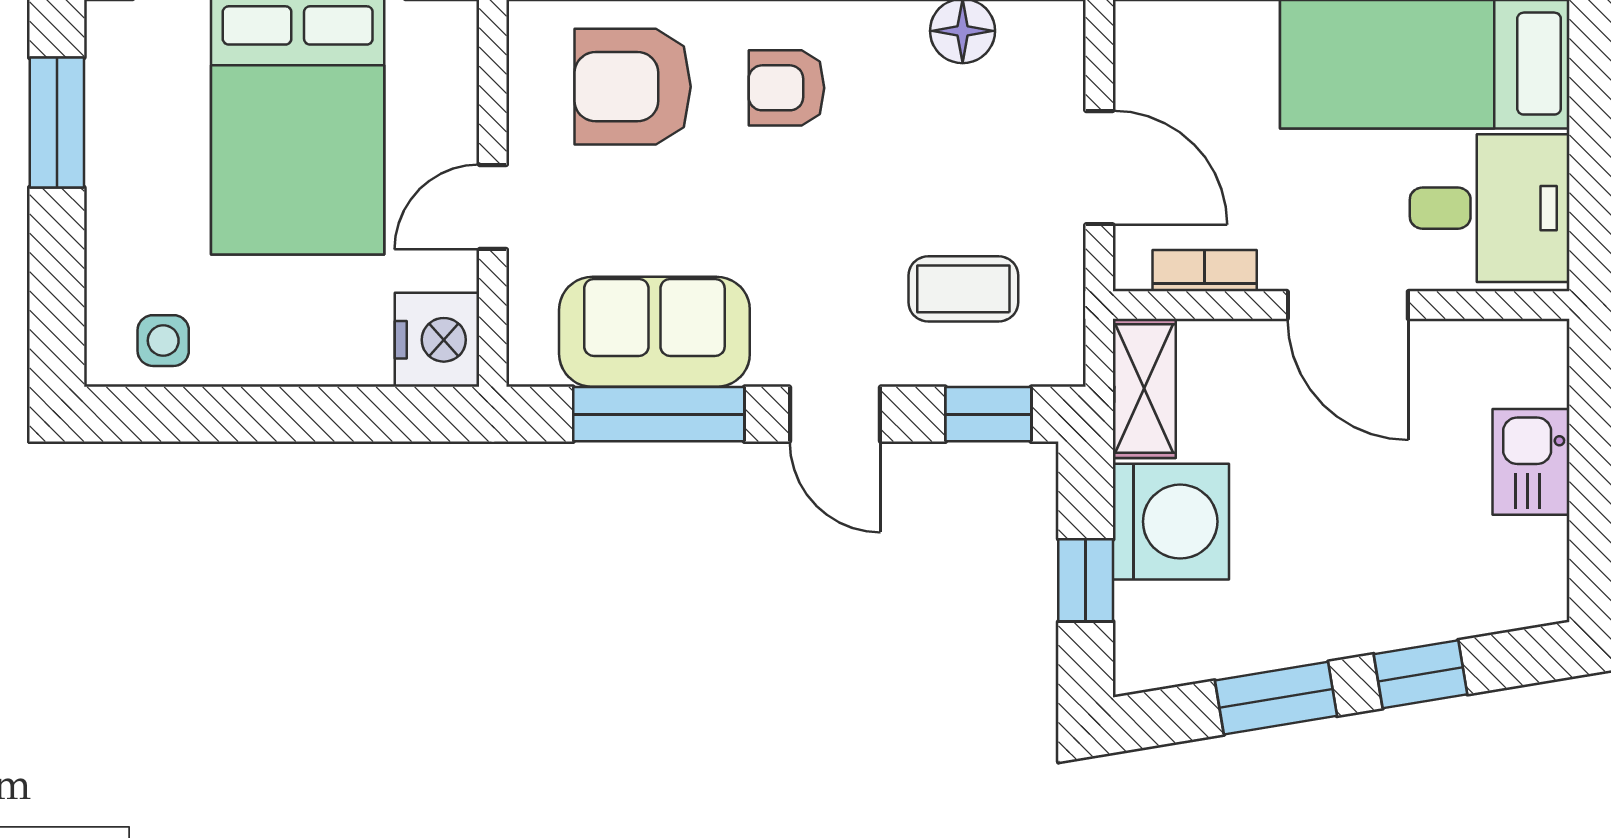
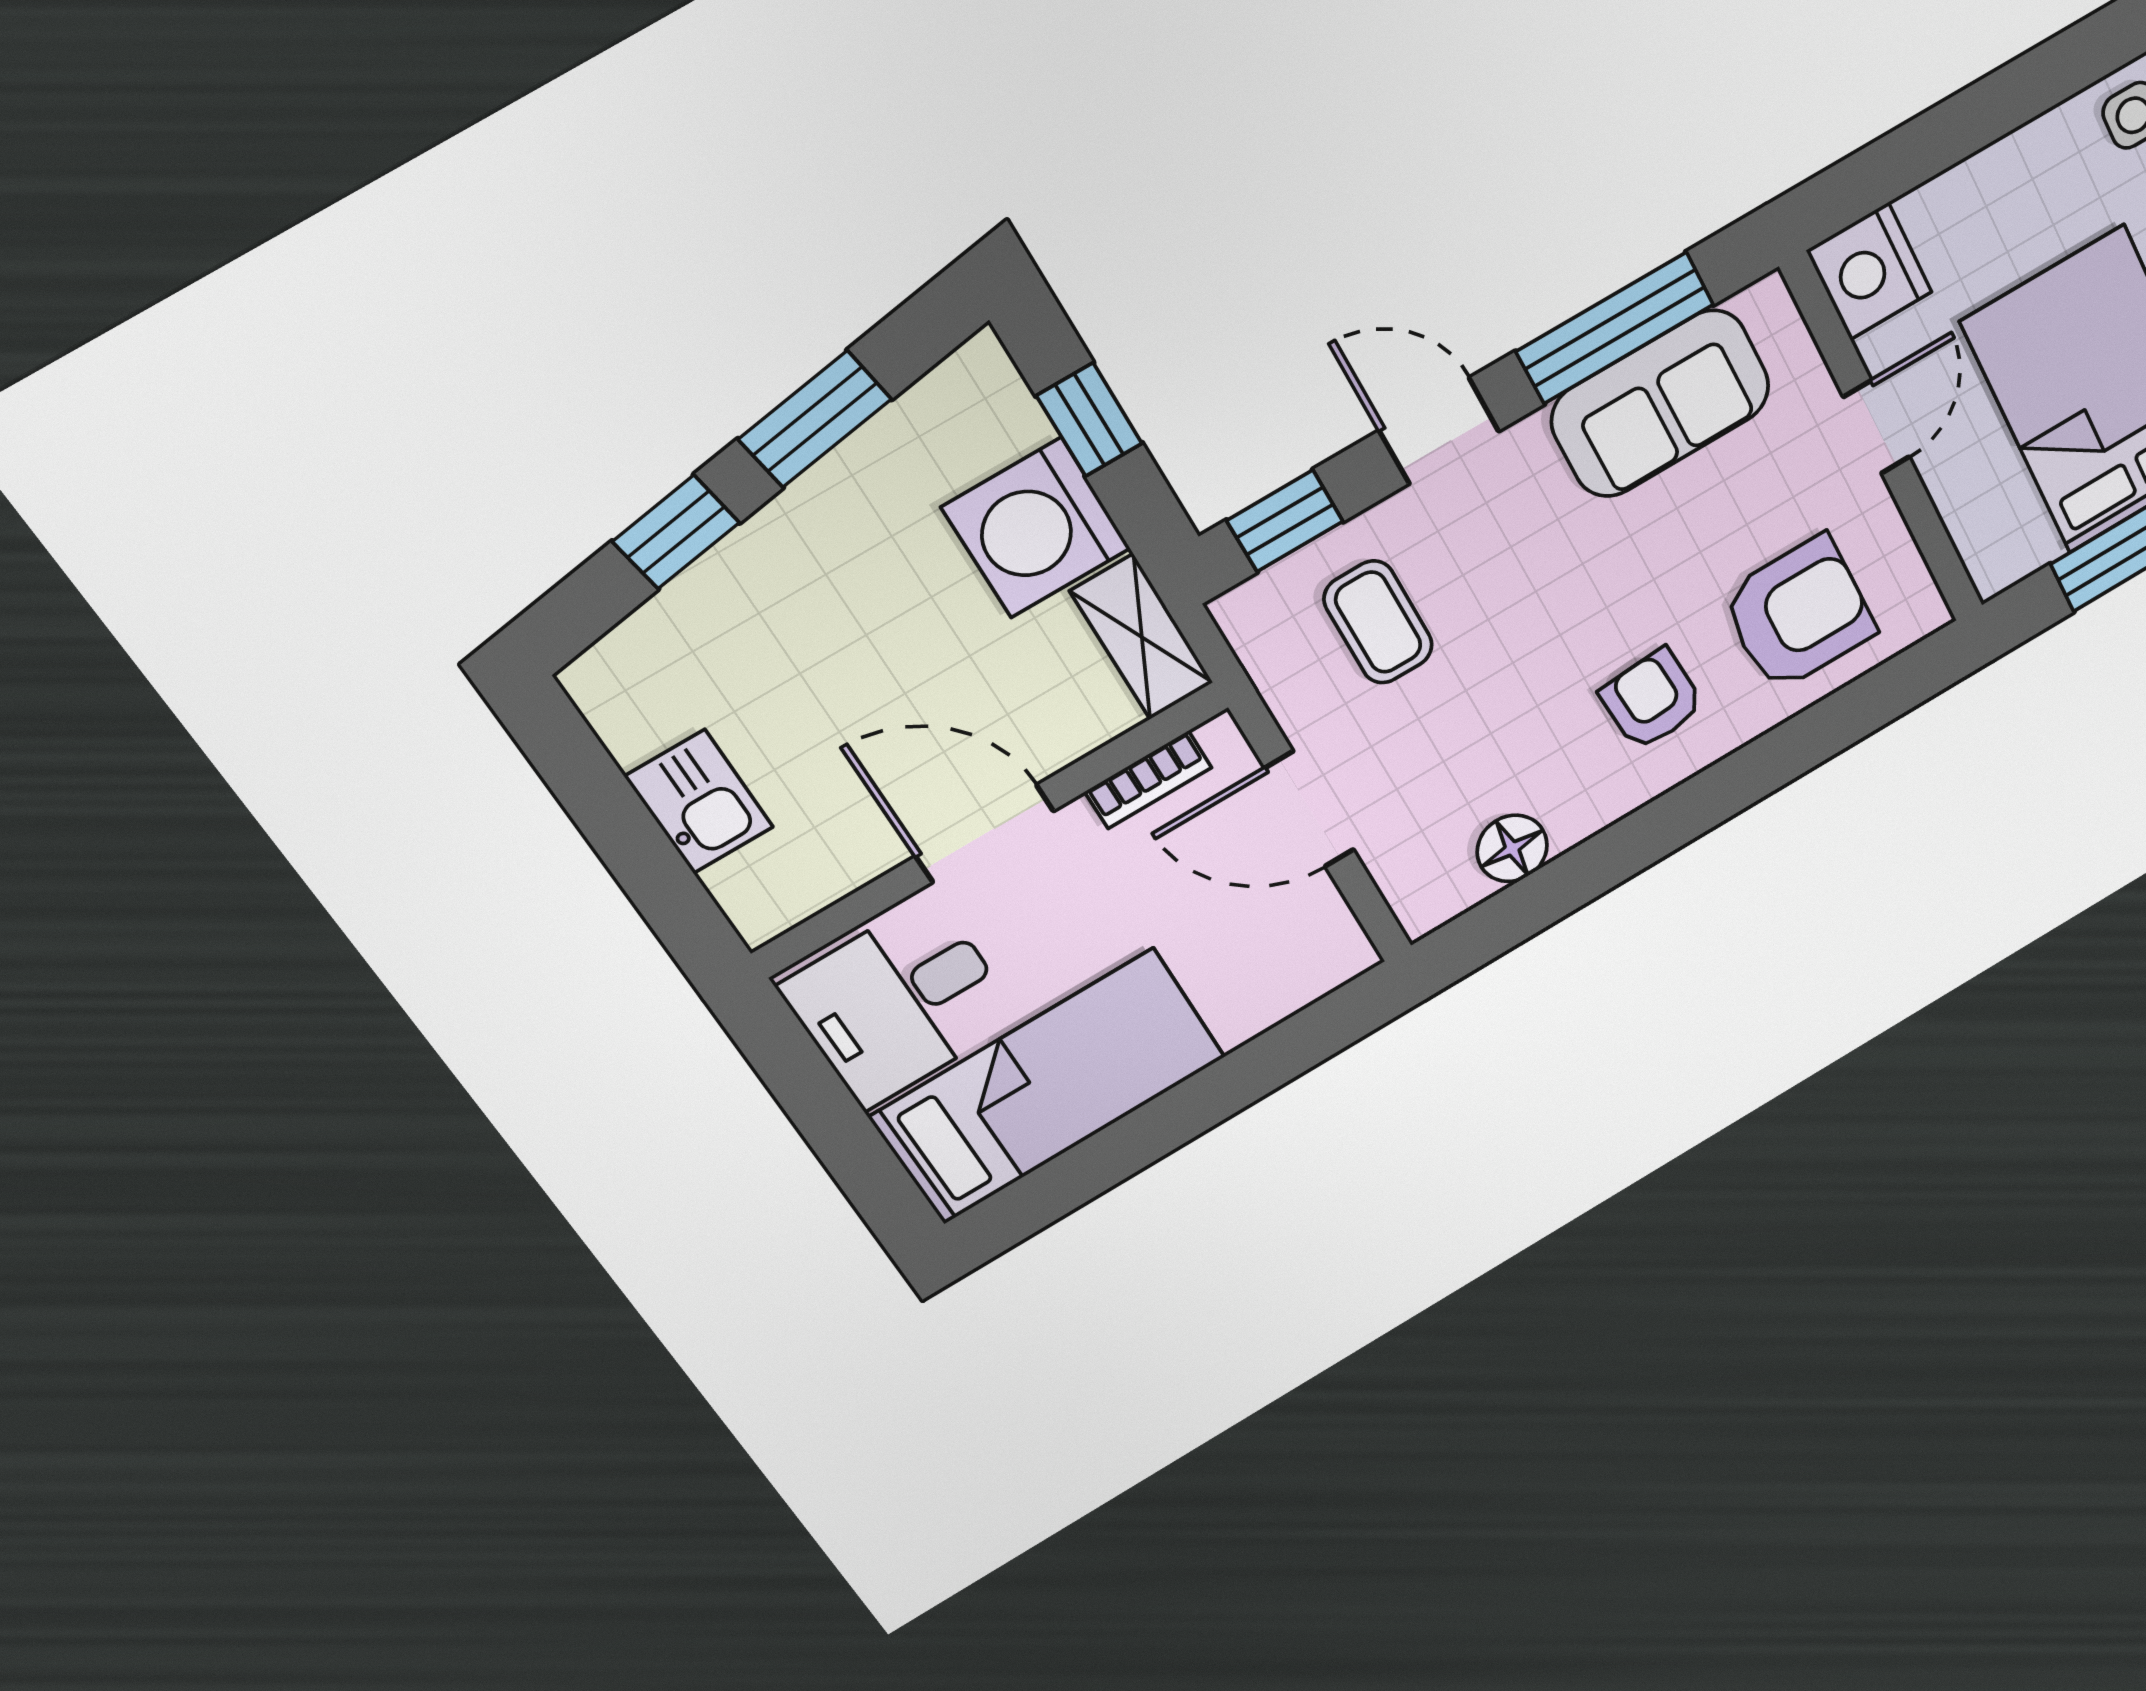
armchair: (787, 88) -> (1652, 700), turned -94
coffee table: (963, 289) -> (1378, 622), turned 90

